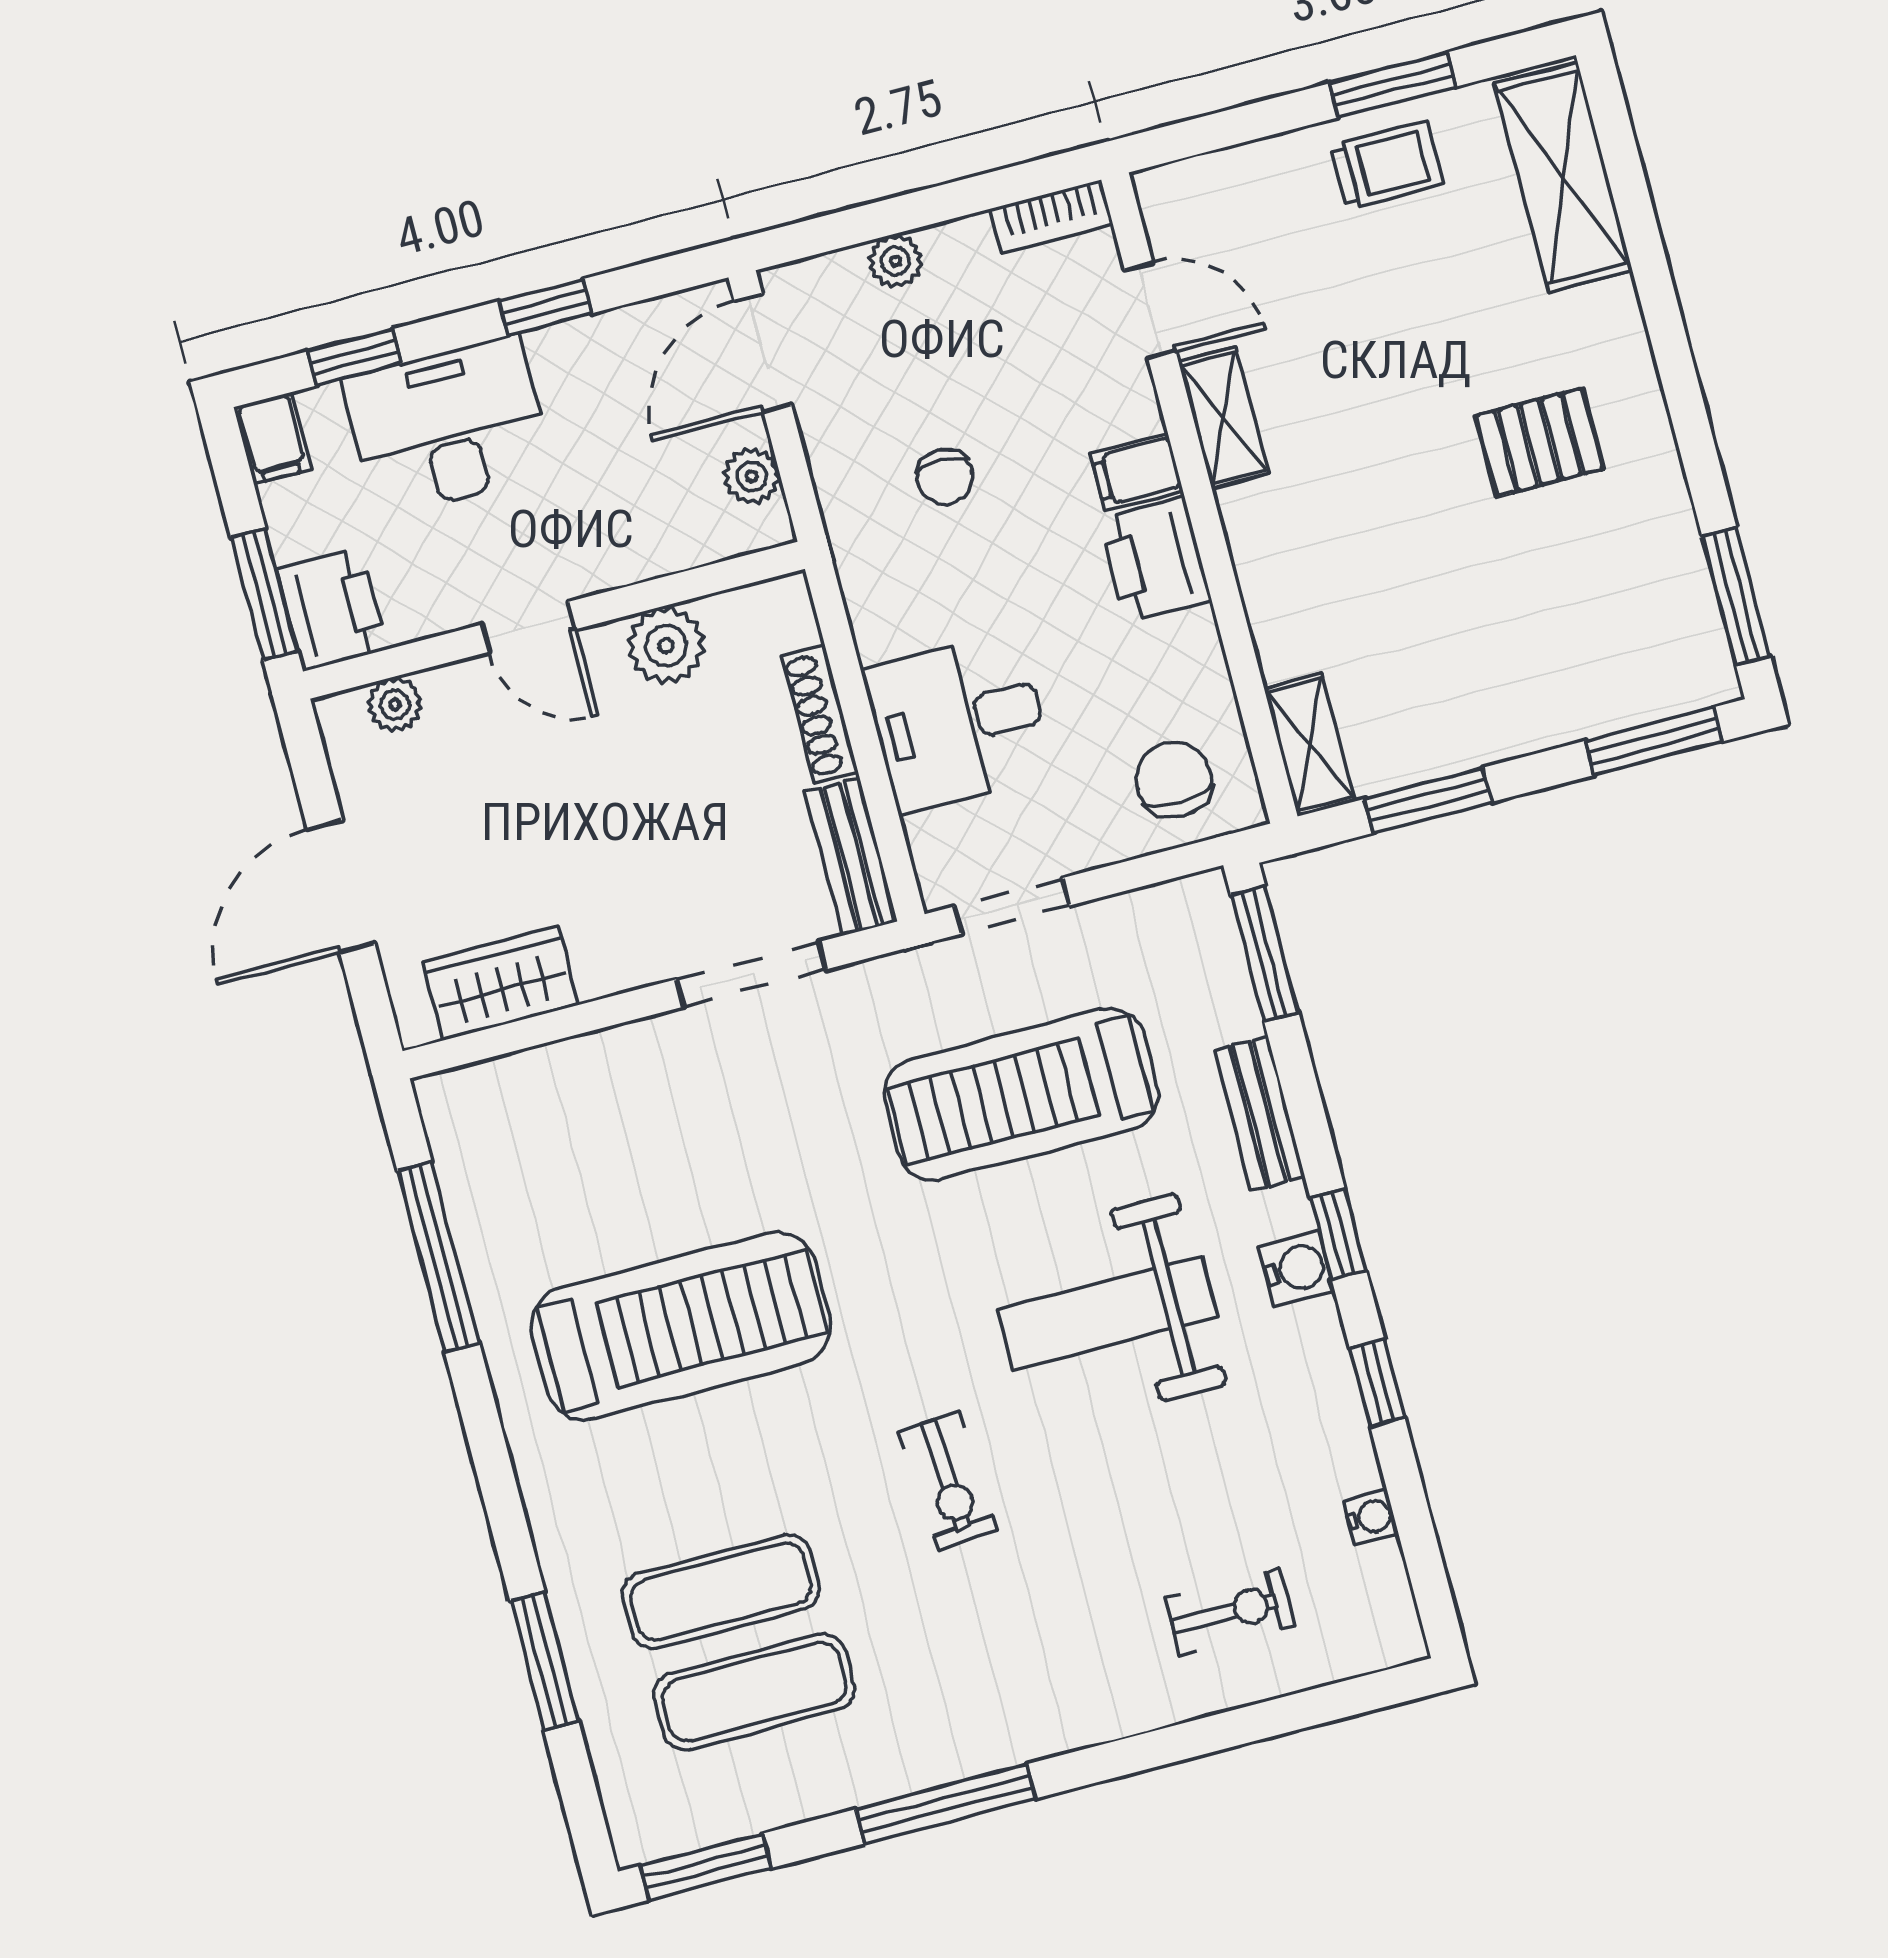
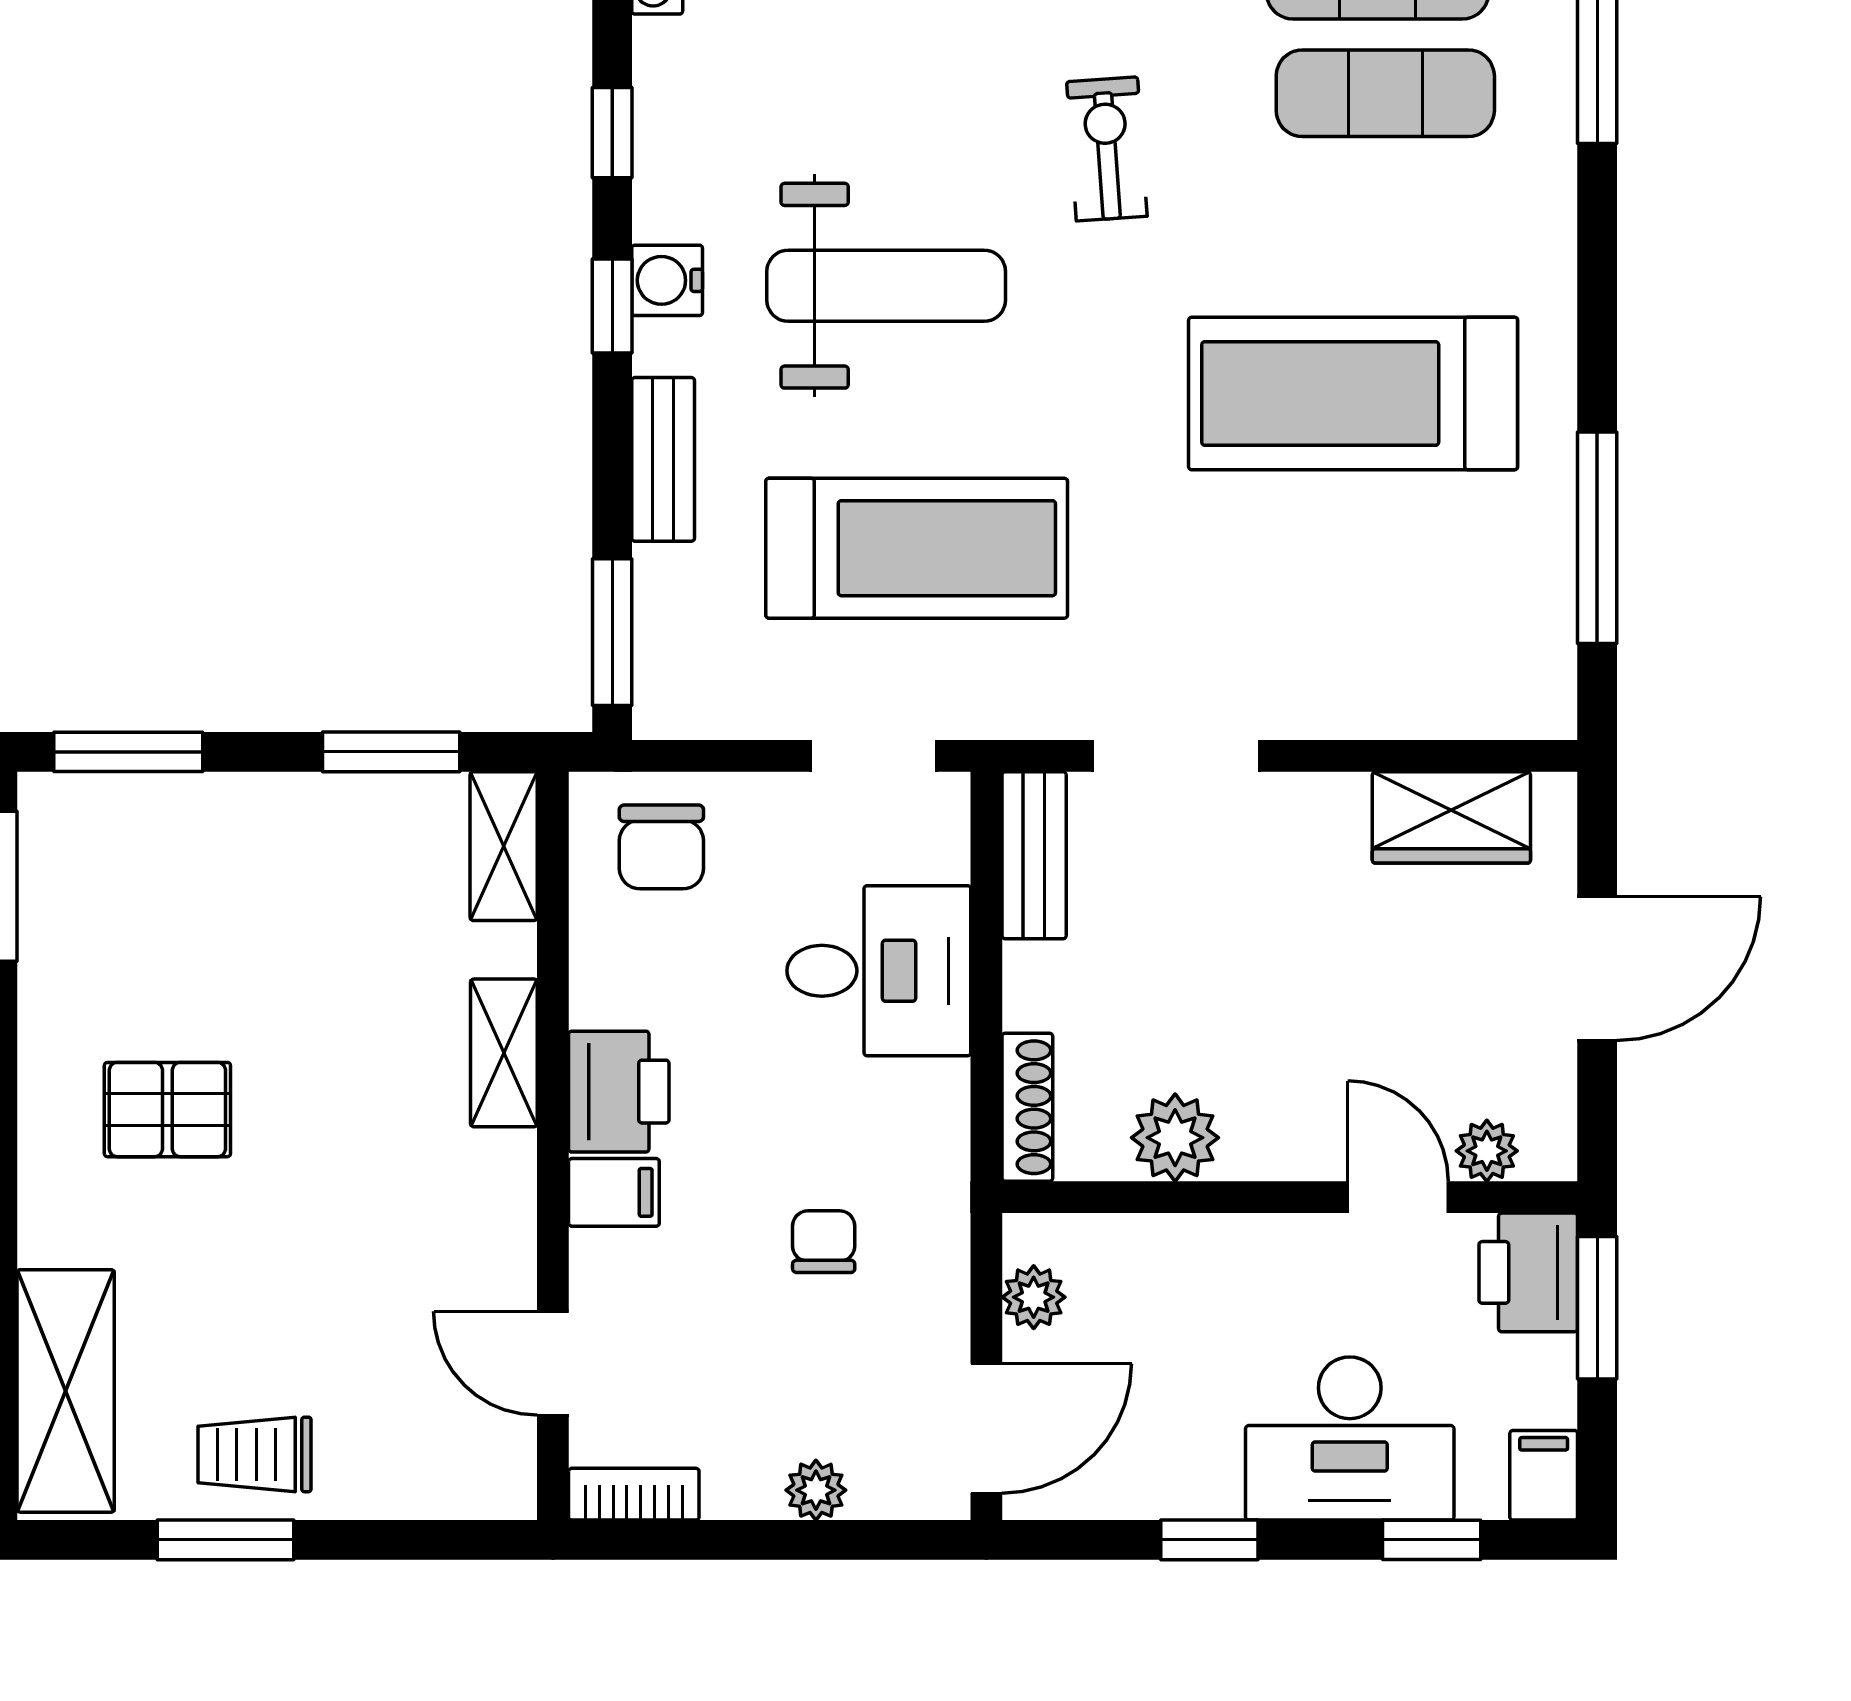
shelving: (1223, 418) -> (504, 1053), moved
door: (529, 627) -> (1398, 1197), moved
shoe rack: (820, 714) -> (1027, 1107), moved

